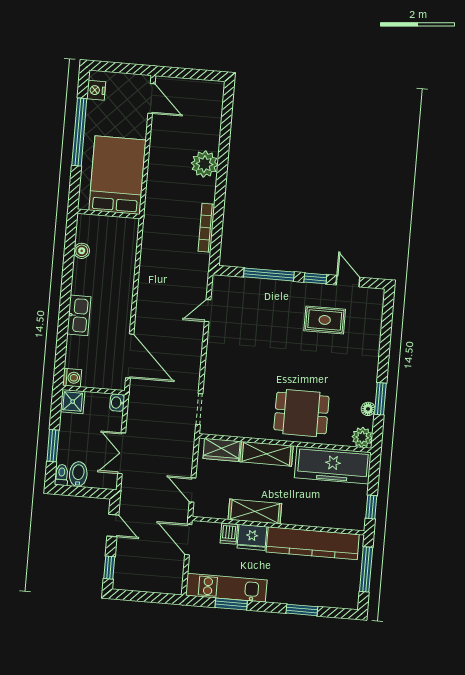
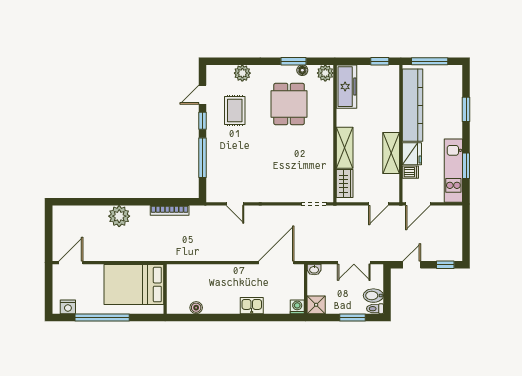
kitchen sink: (79, 315) -> (252, 306), width x0.73
plant: (371, 333) -> (242, 73), added
dining table: (301, 413) -> (289, 104), moved
freezer: (333, 465) -> (346, 87), width x0.73, depth x0.79

